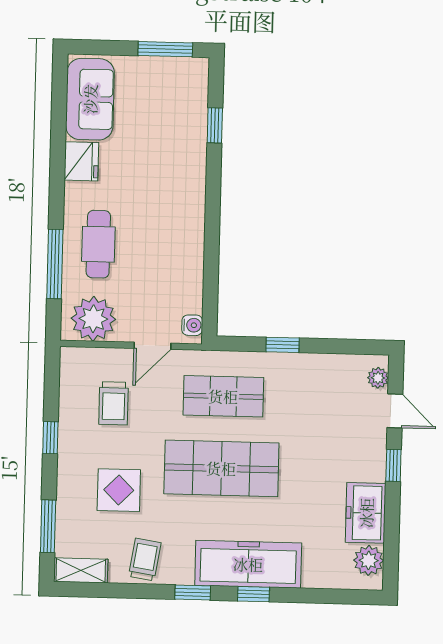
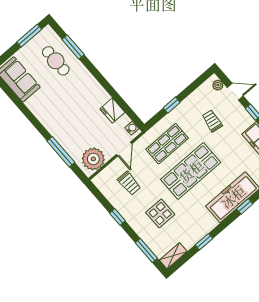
window: (215, 125) -> (73, 47), width x1.50
fridge: (81, 161) -> (112, 111), moved, turned 180
cafe table: (98, 244) -> (56, 61), moved
trolley: (145, 560) -> (212, 121), moved
window: (193, 593) -> (204, 242), moved

